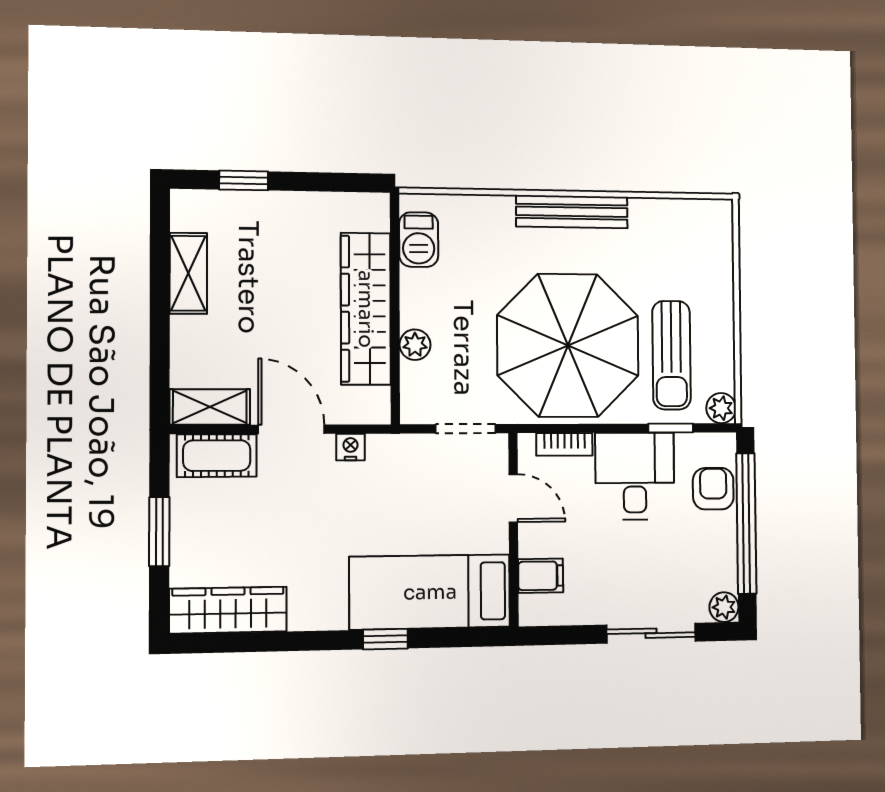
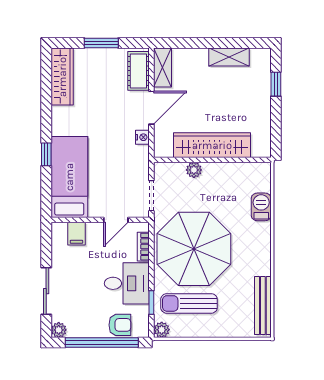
bench: (572, 212) -> (263, 306), moved
barbecue: (419, 240) -> (261, 207), moved, turned 90

